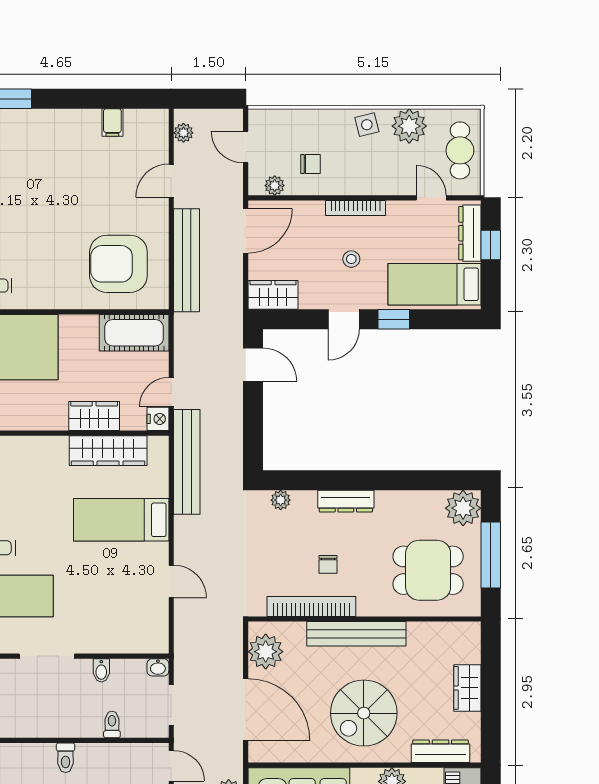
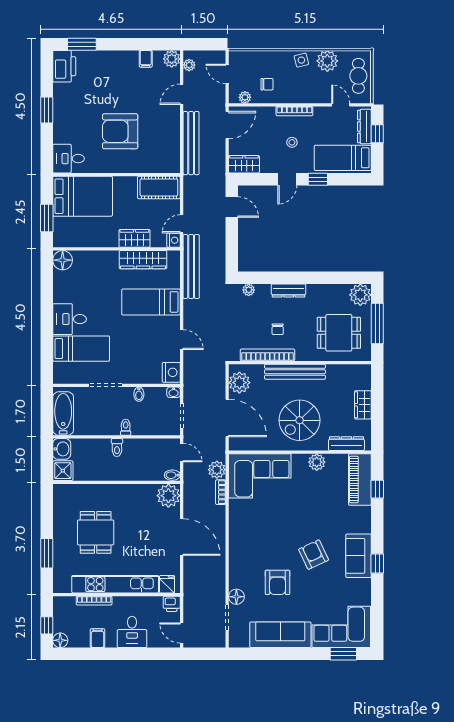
plant: (155, 123) -> (172, 59), added
armchair: (118, 264) -> (120, 131), moved
nightstand: (154, 635) -> (171, 372), added
toilet: (112, 725) -> (126, 427), moved

